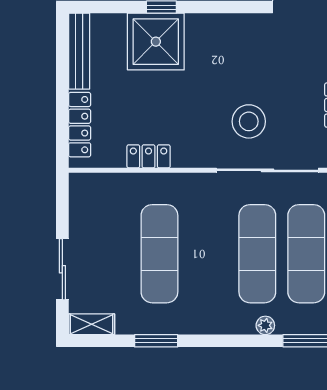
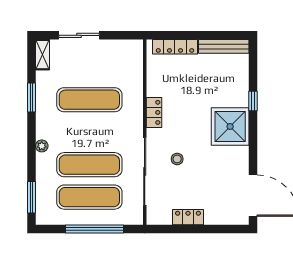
shower: (156, 42) -> (230, 127), moved
stool: (249, 121) -> (177, 159), width x0.53, depth x0.53
locker: (149, 156) -> (154, 112), moved
plant: (265, 325) -> (42, 146), moved

